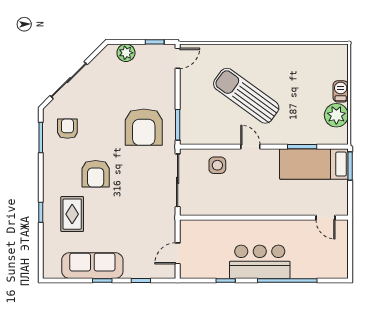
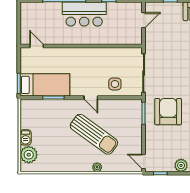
plant: (242, 50) -> (97, 167), added
door: (178, 58) -> (144, 161), hinge flipped
plant: (336, 115) -> (29, 155), moved

